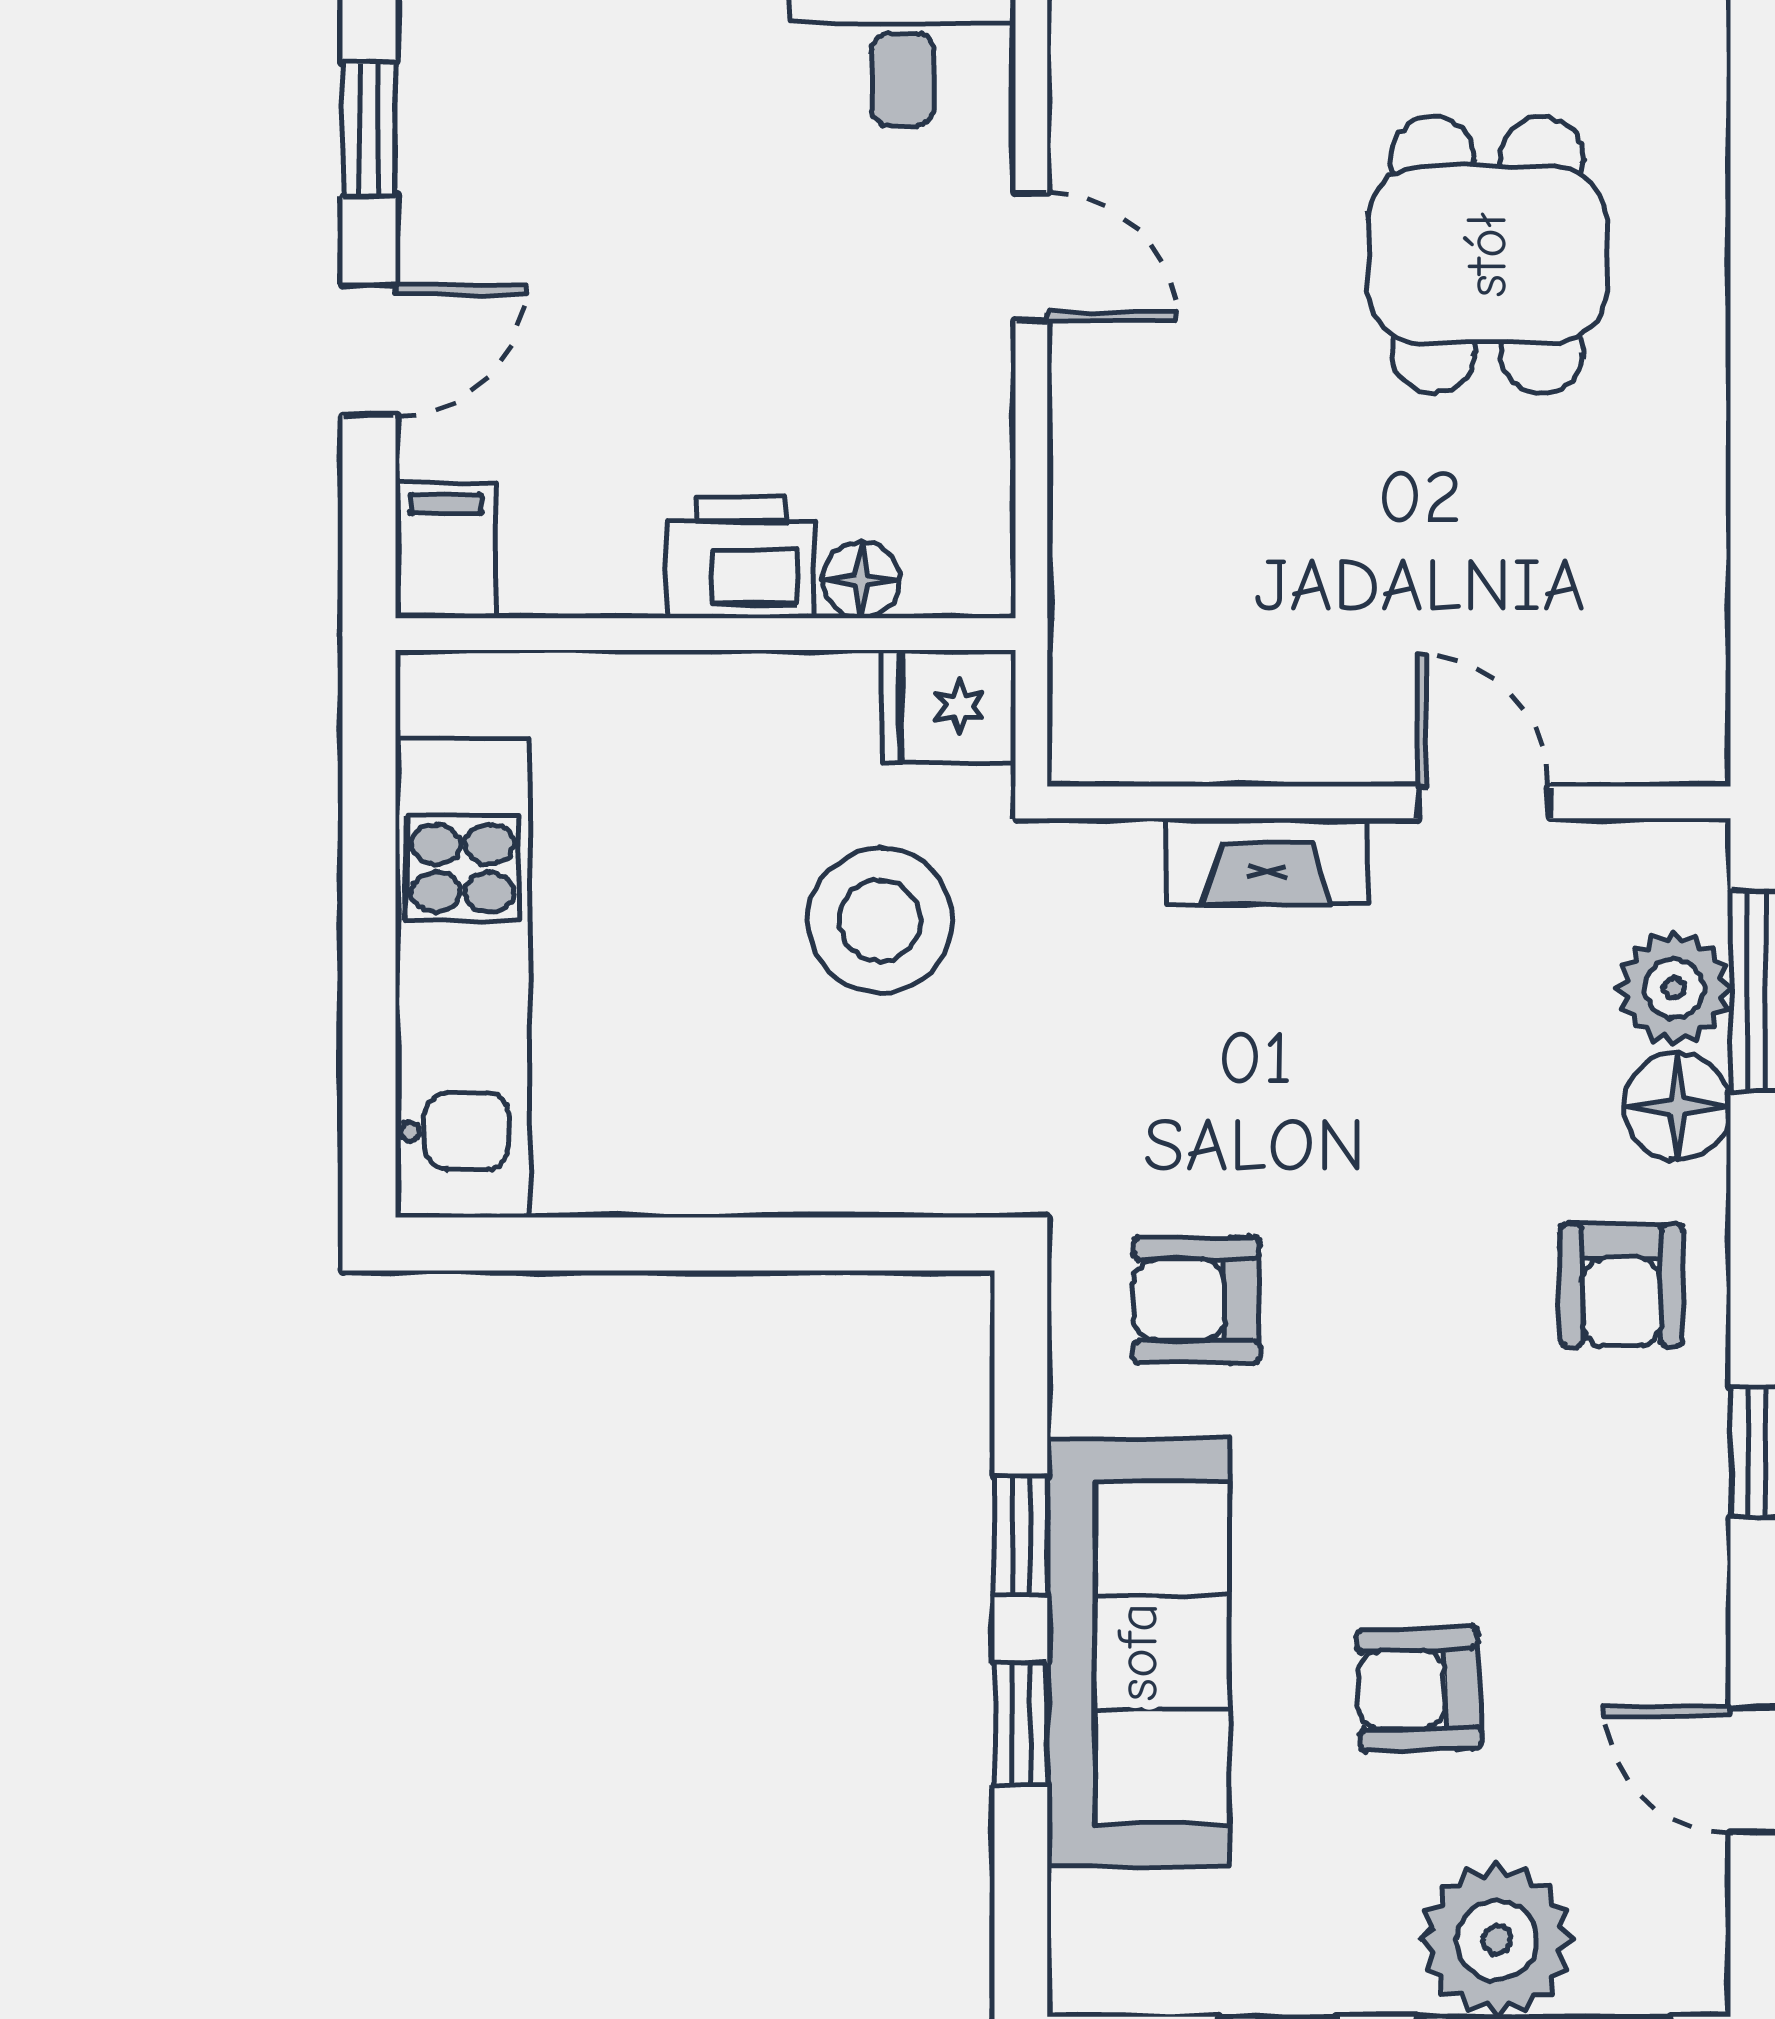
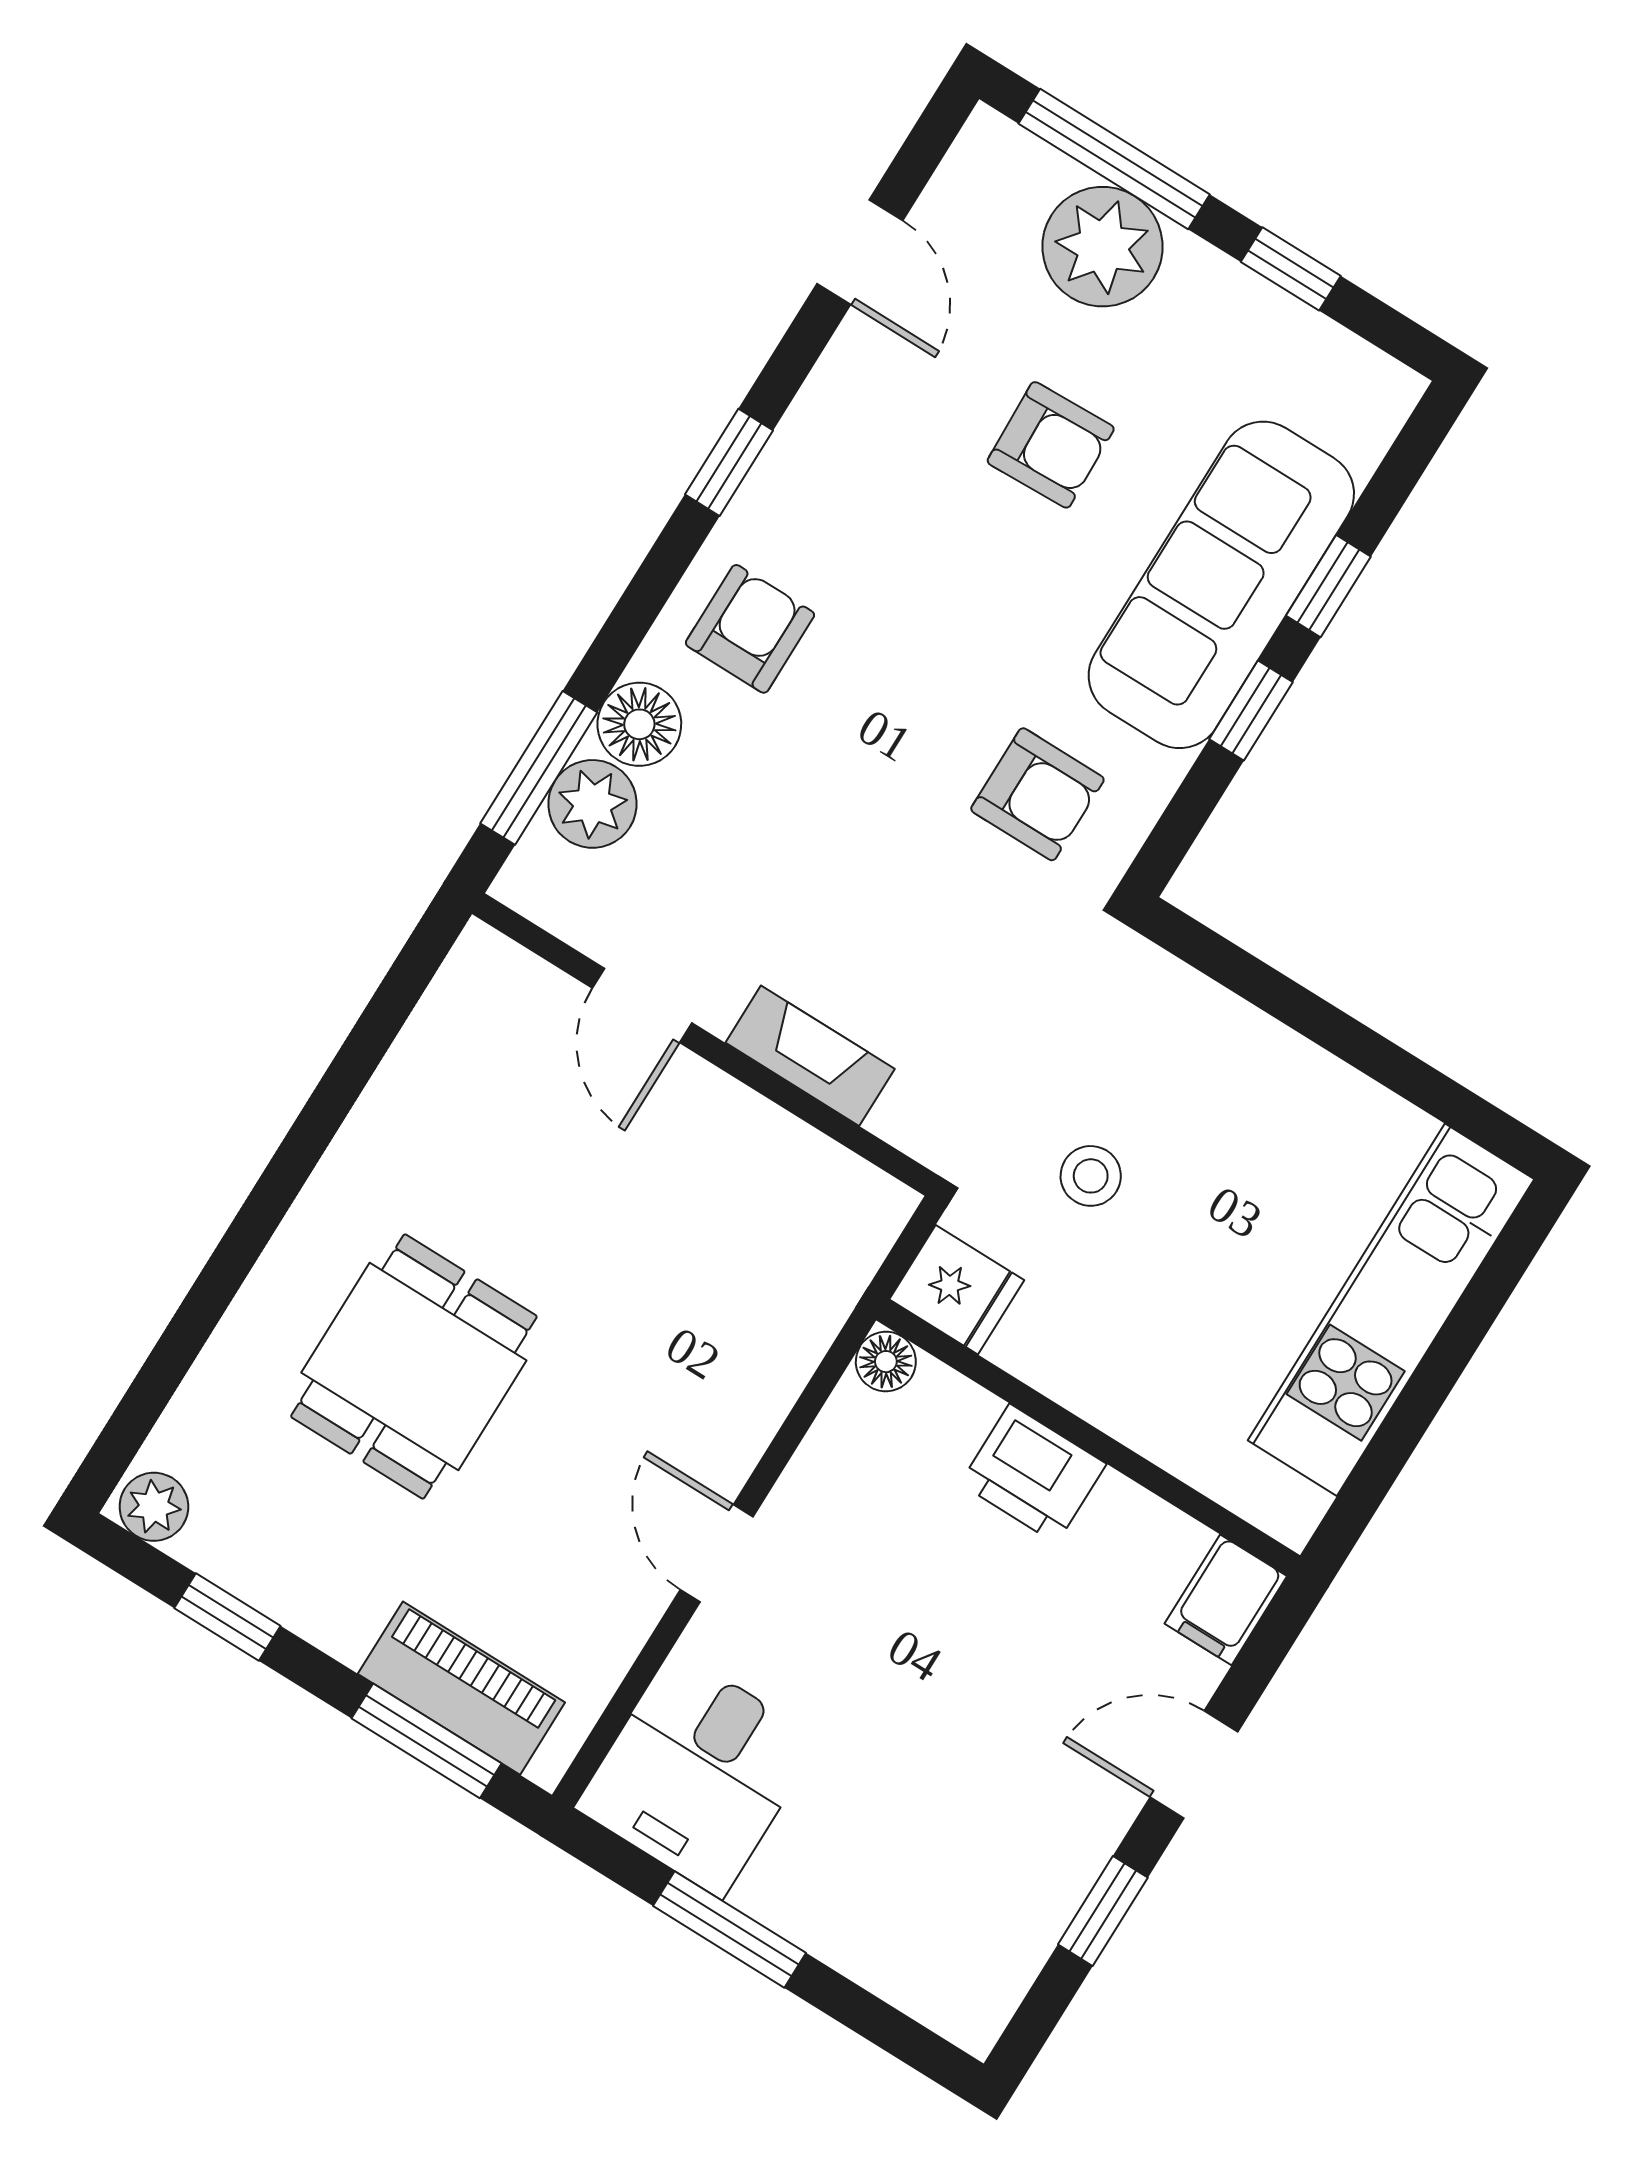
floor lamp: (861, 580) -> (886, 1362), moved
stool: (880, 921) -> (1091, 1176), width x0.53, depth x0.53

